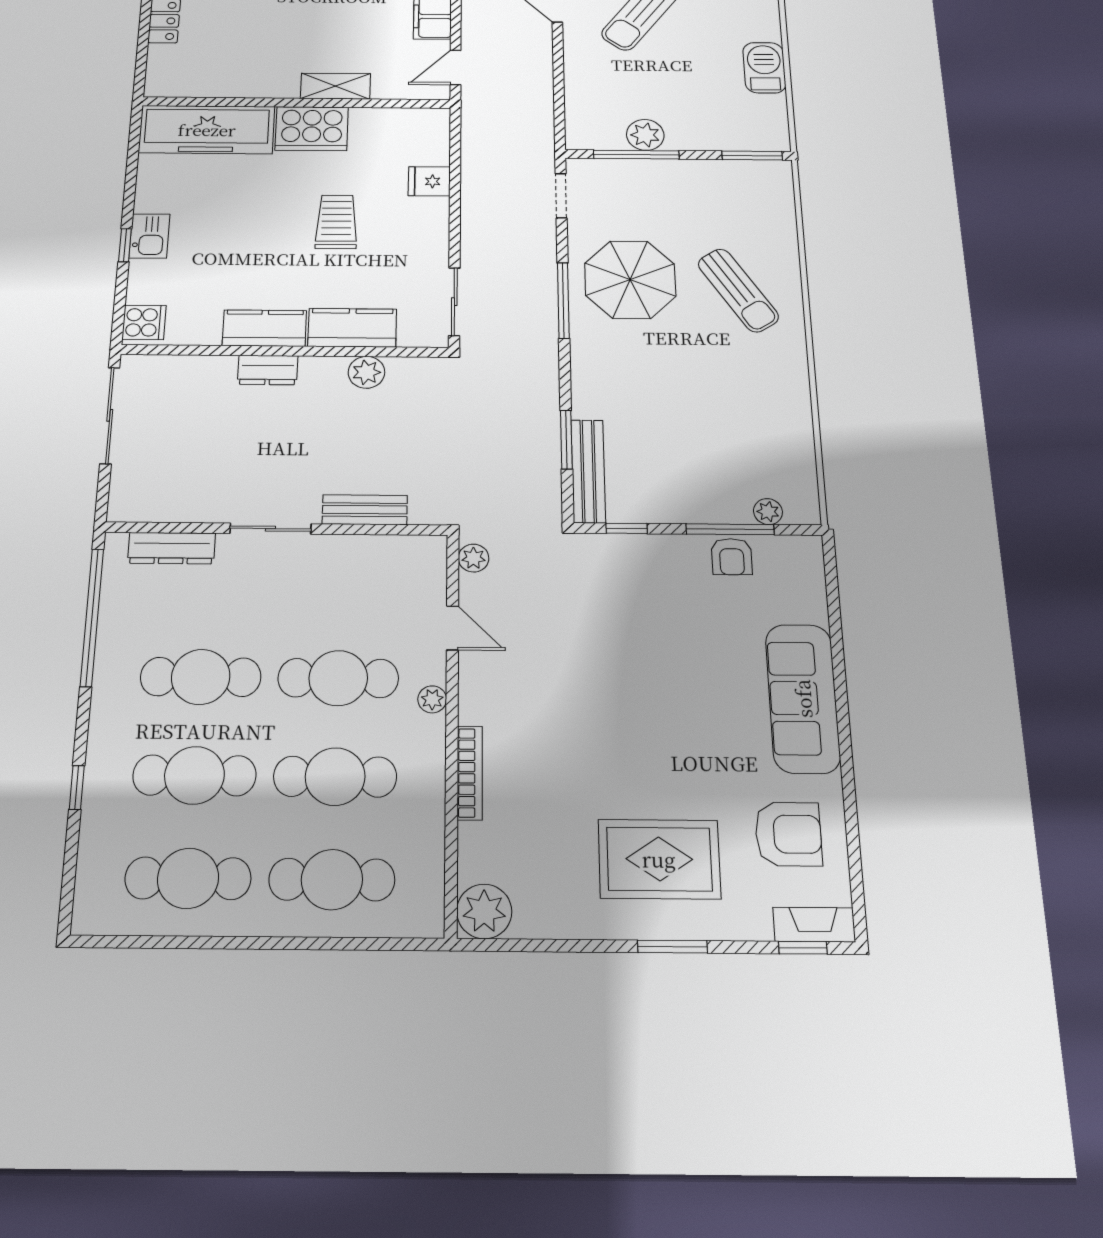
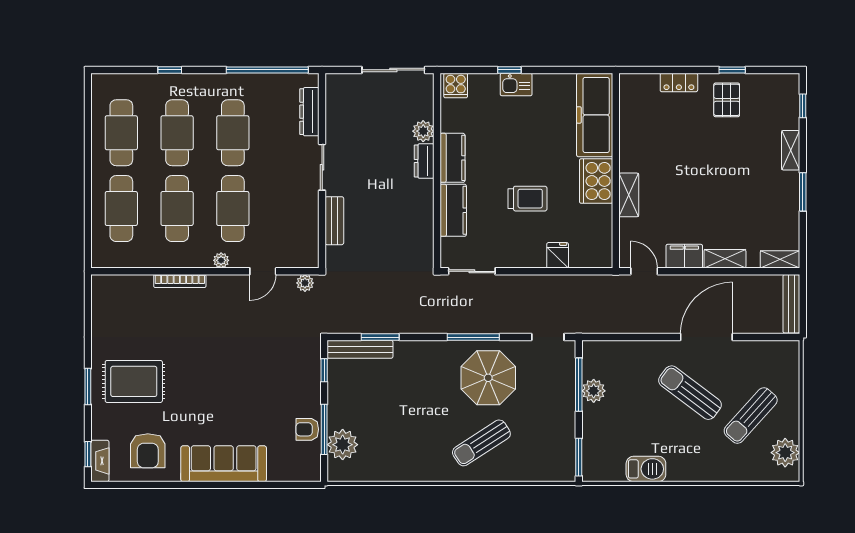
plant: (366, 372) -> (423, 131), moved
plant: (768, 512) -> (343, 445), width x1.88, depth x1.88
rug: (659, 859) -> (134, 381), turned 90
plant: (484, 911) -> (105, 289), removed

